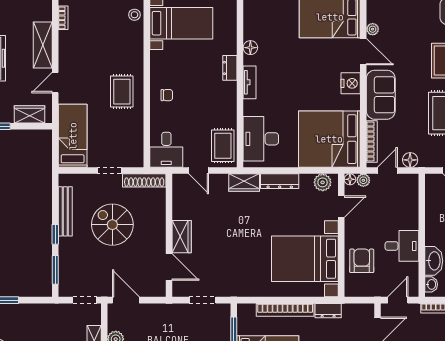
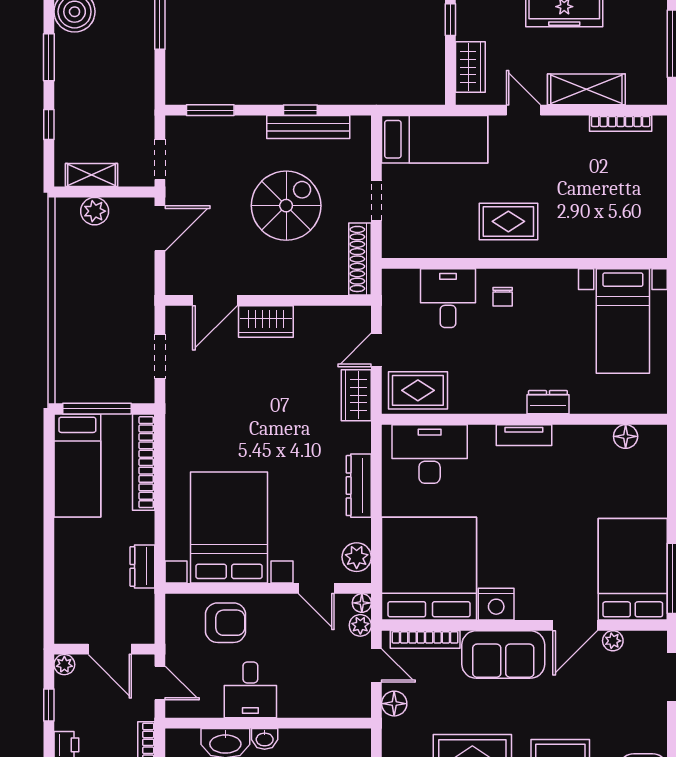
stool: (134, 15) -> (637, 243), removed
bookcase: (63, 18) -> (621, 123), width x1.56
floor lamp: (250, 48) -> (626, 436), moved
nightstand: (351, 83) -> (496, 604), moved
desk: (166, 150) -> (448, 298), moved, turned 90
wardrobe: (244, 183) -> (356, 395), moved
window: (55, 234) -> (300, 110), moved
washbasin: (431, 284) -> (265, 739), moved
bookcase: (285, 310) -> (144, 462), moved

